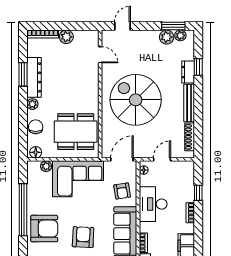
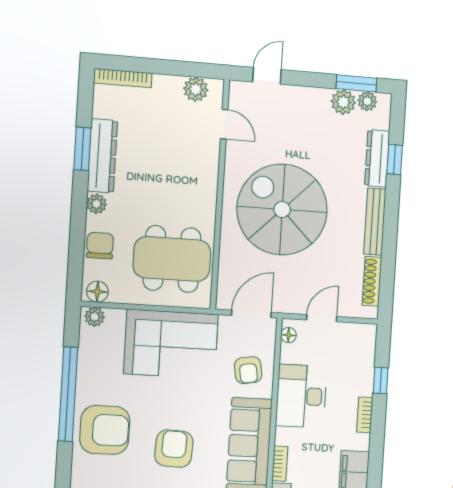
plant: (66, 37) -> (196, 89), moved
dresser: (188, 72) -> (377, 158), width x1.44
plant: (46, 166) -> (95, 317), moved

